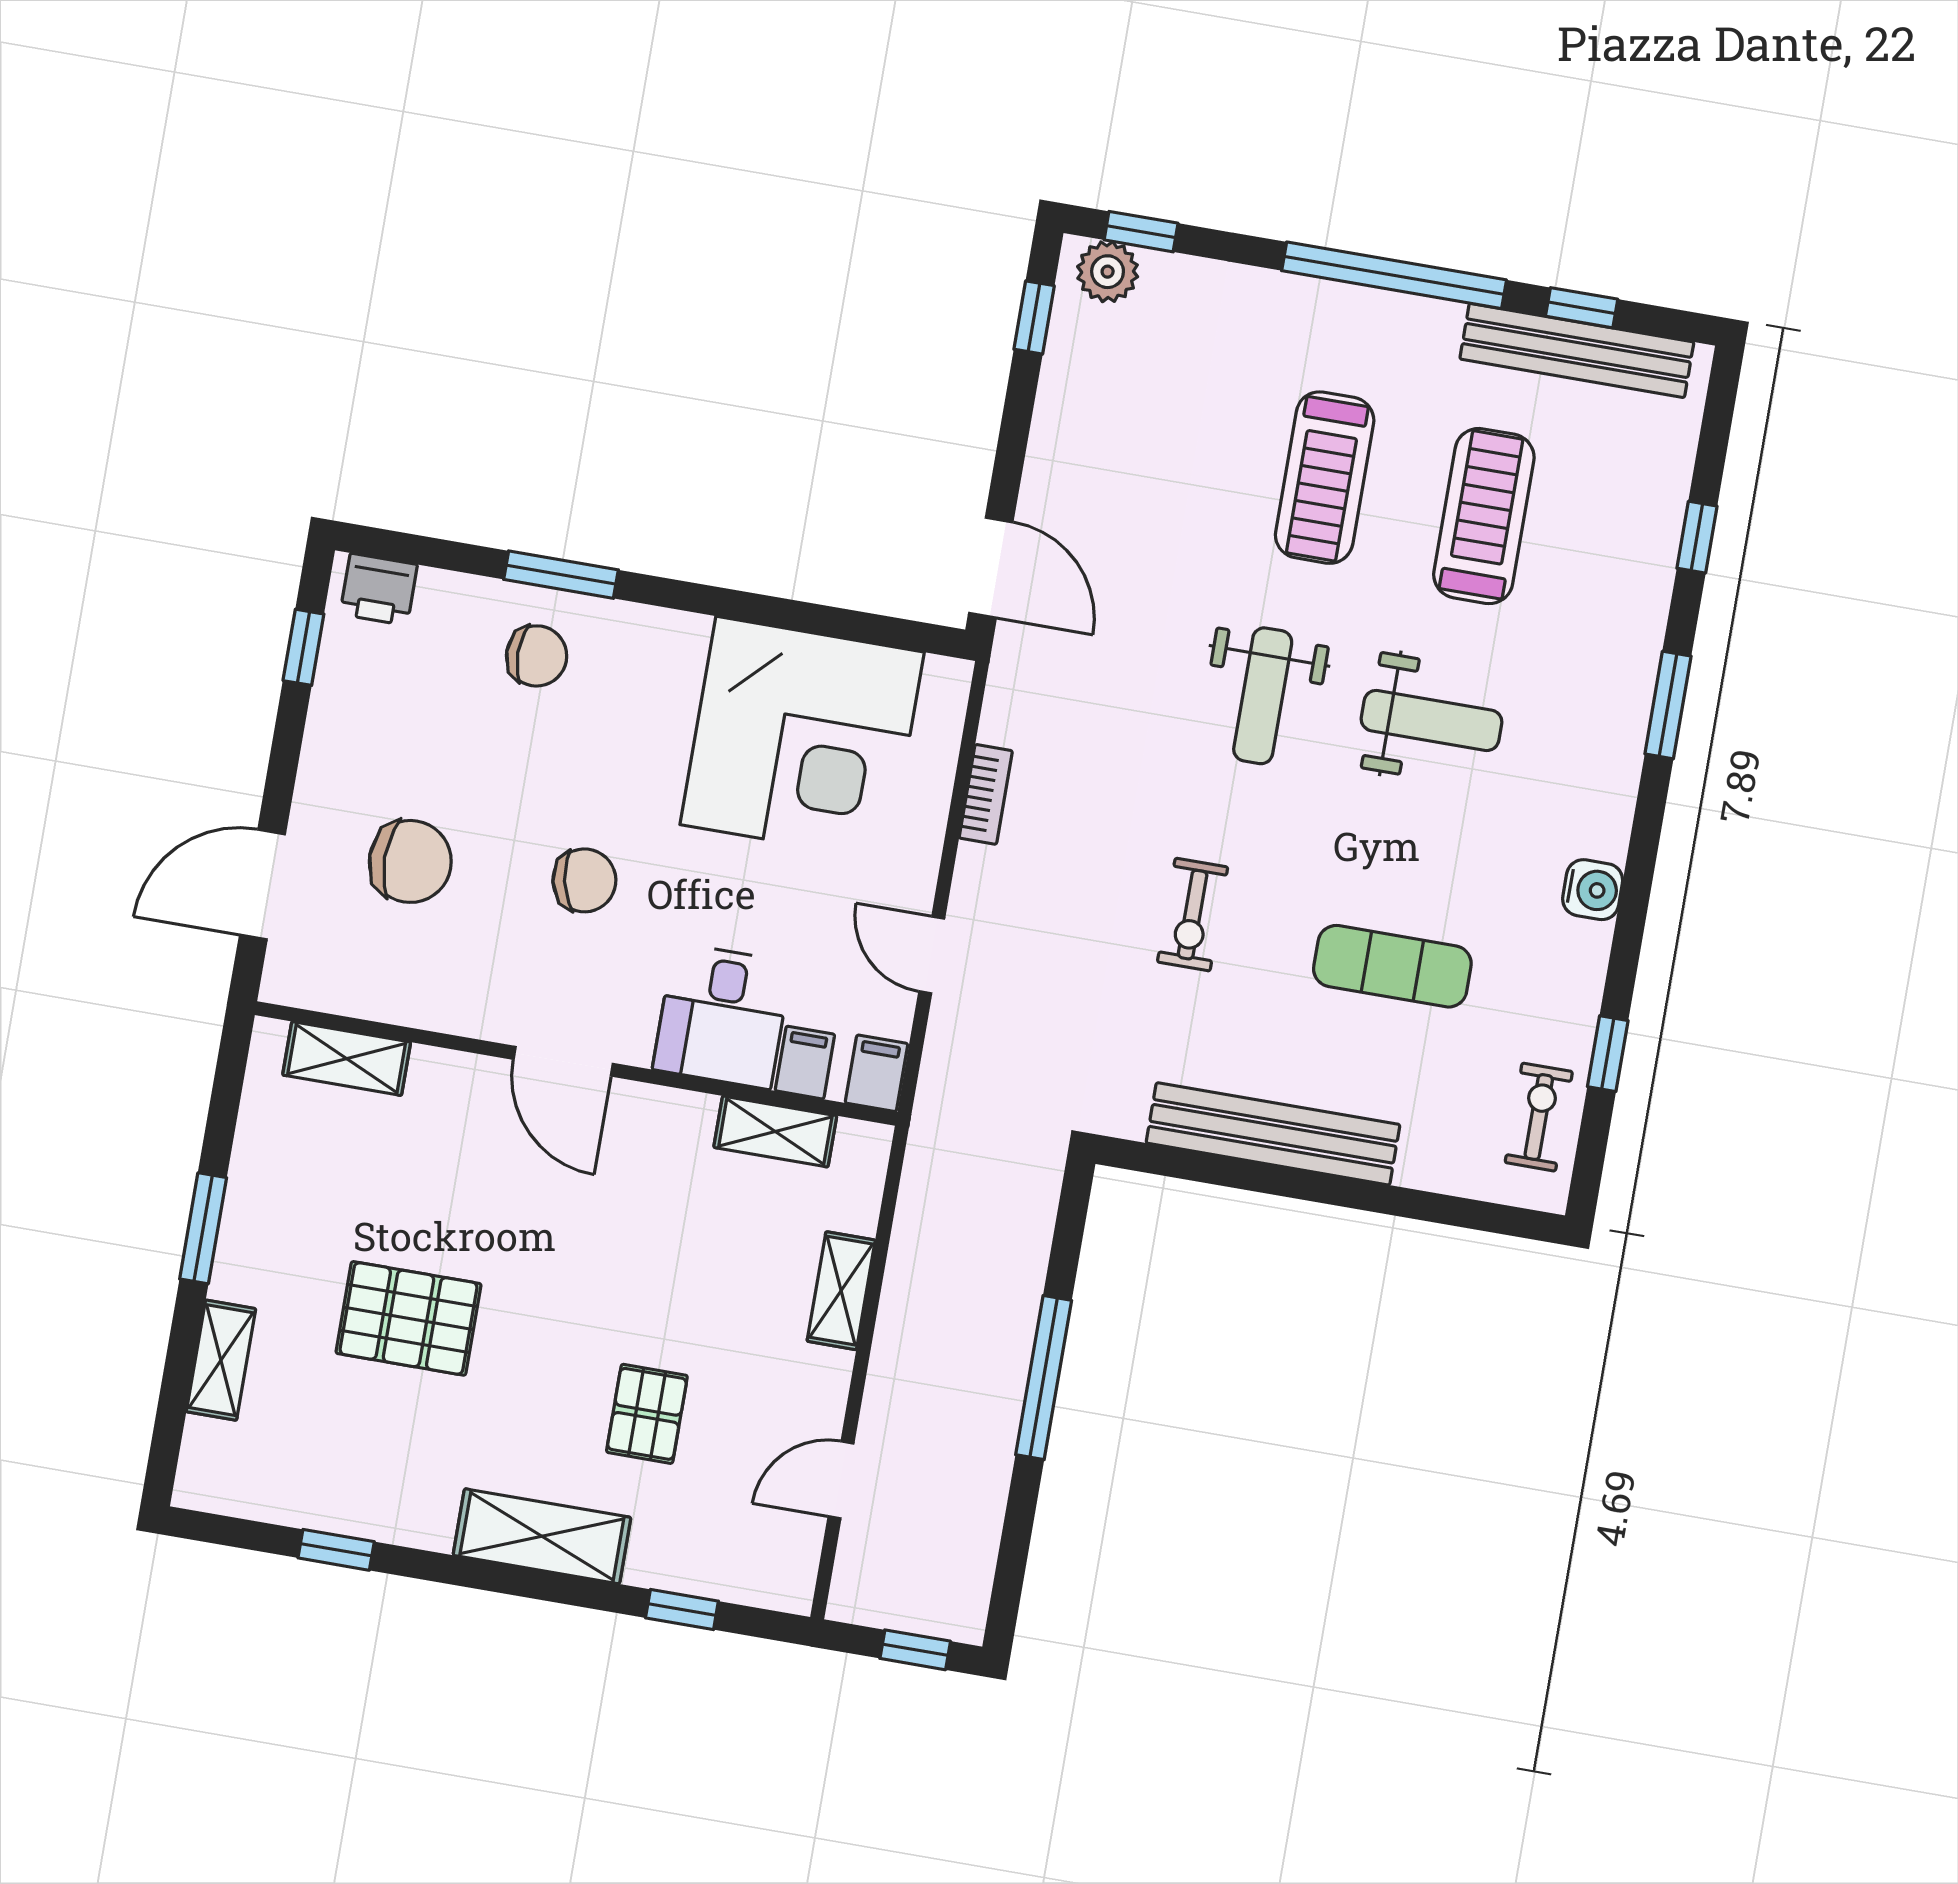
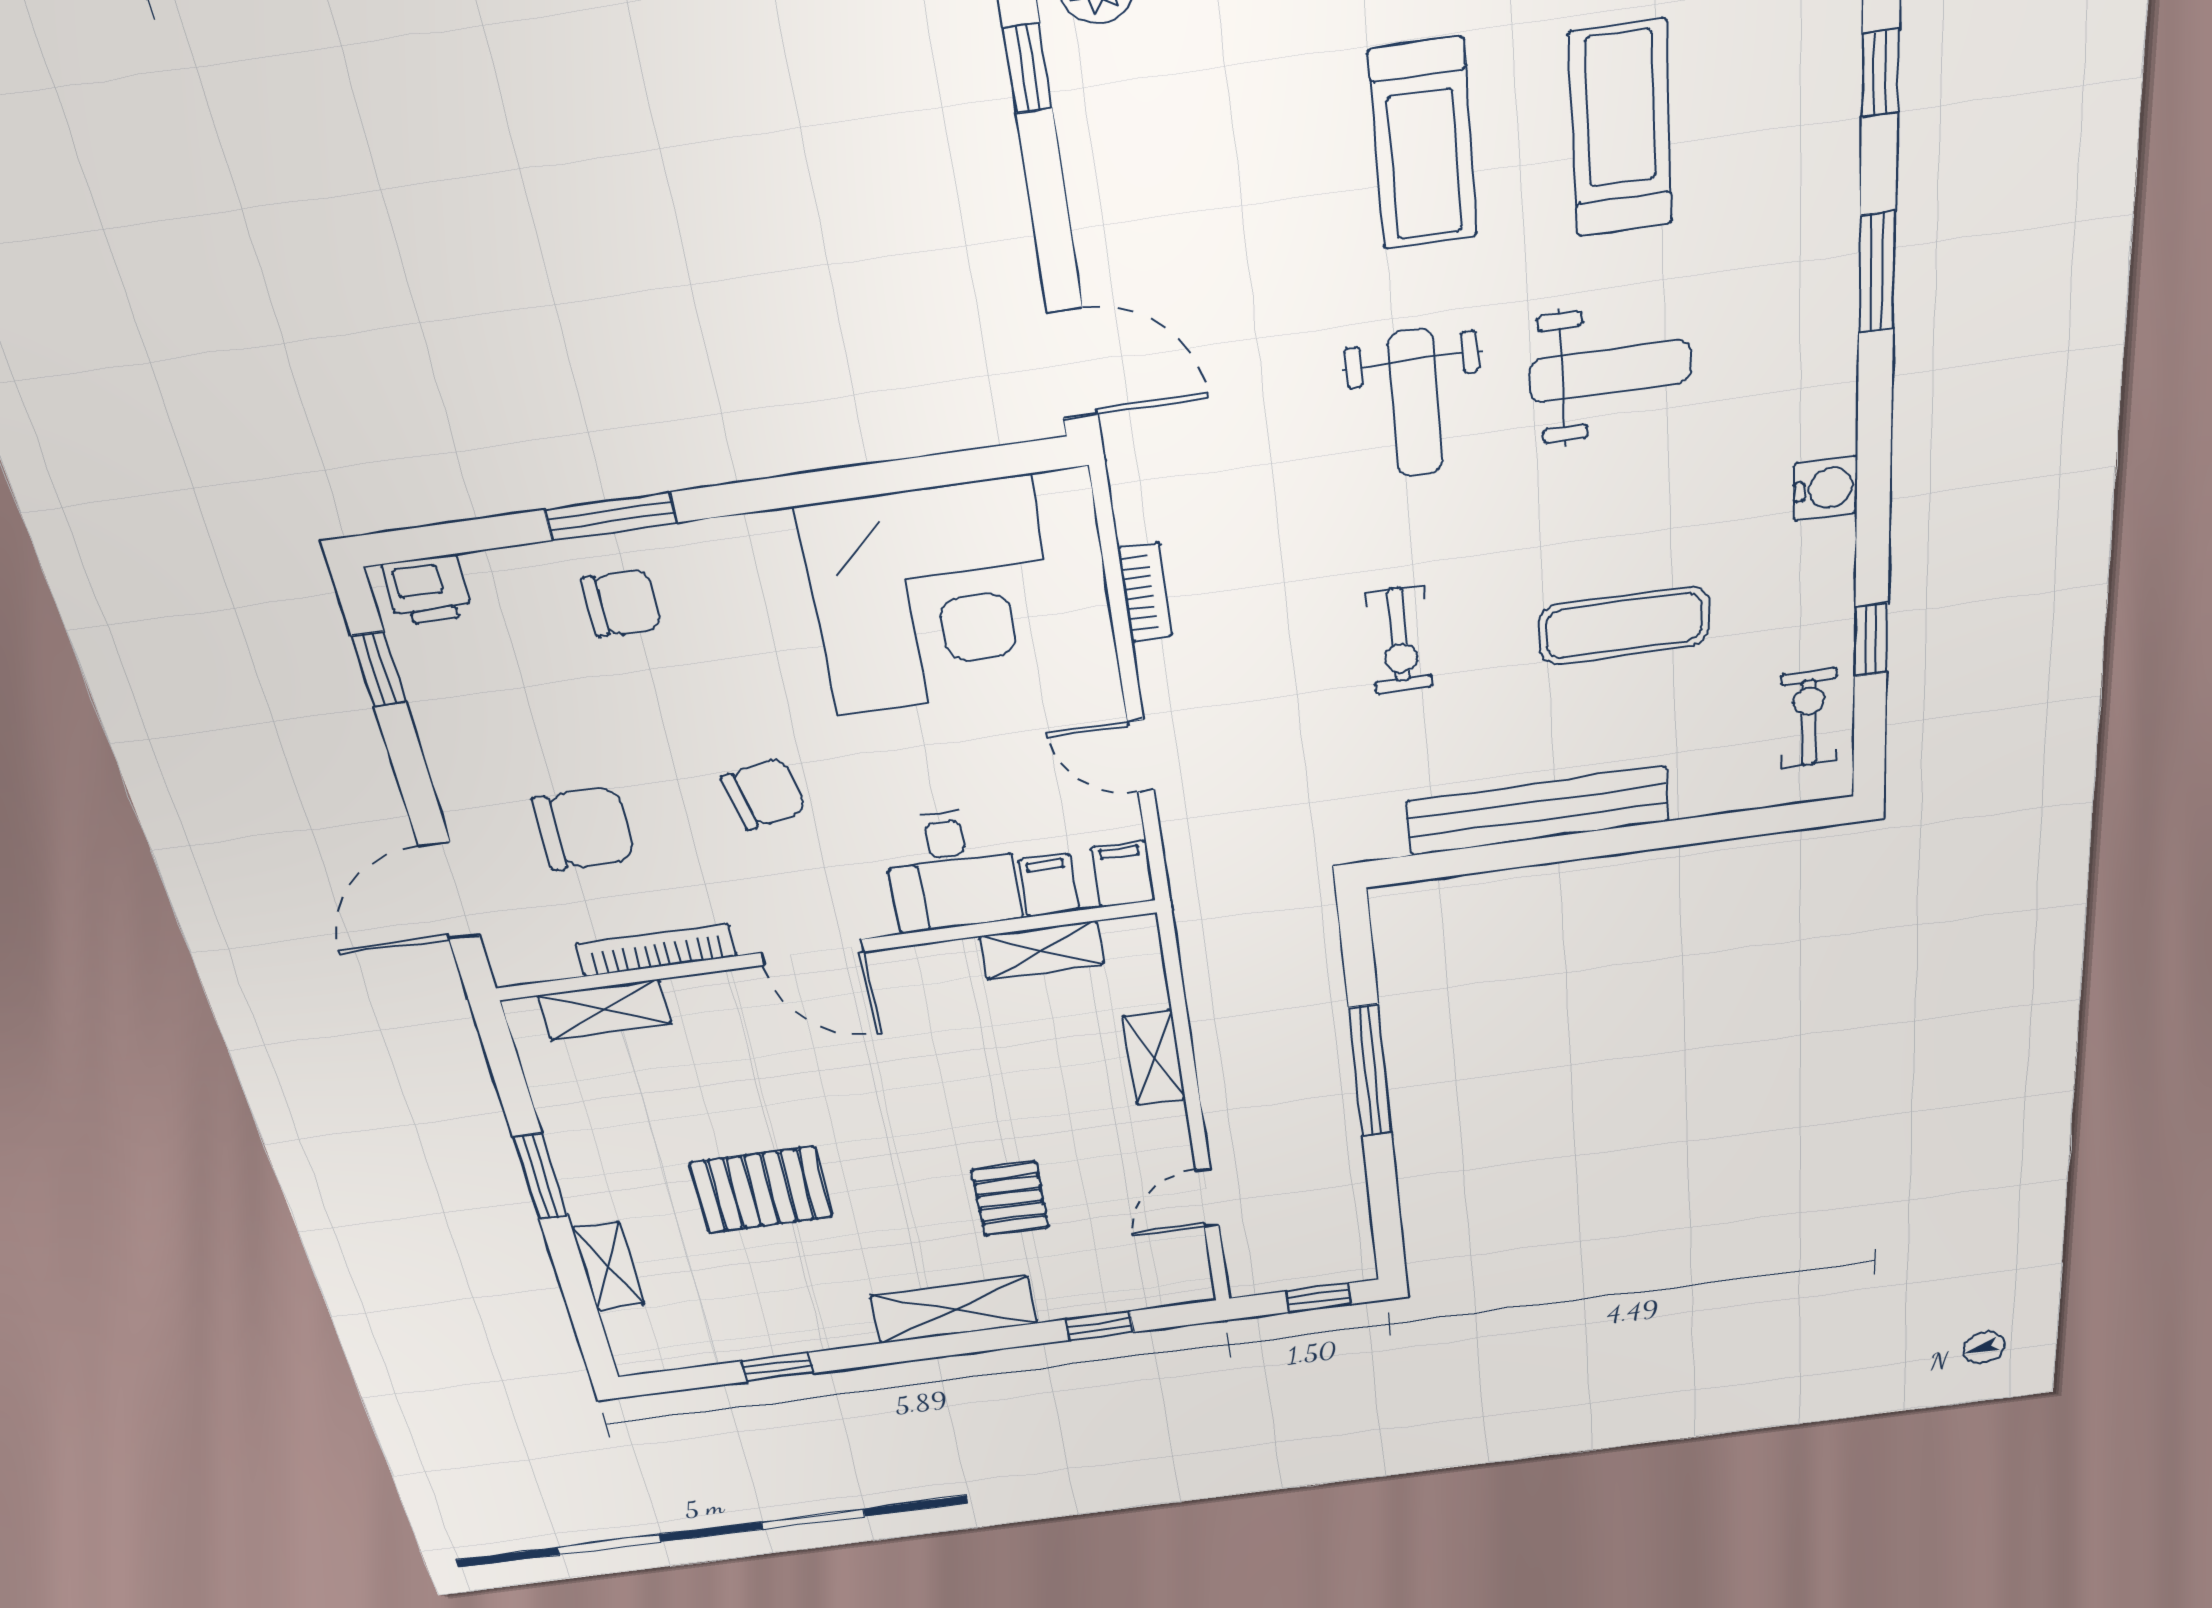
bookcase: (421, 1010) -> (656, 950), added

